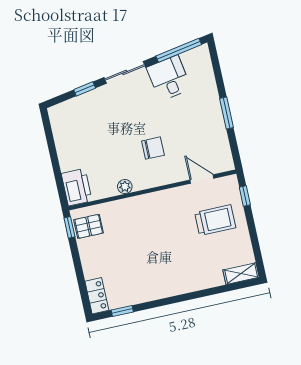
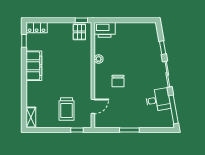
filing cabinet: (158, 287) -> (34, 66), added

